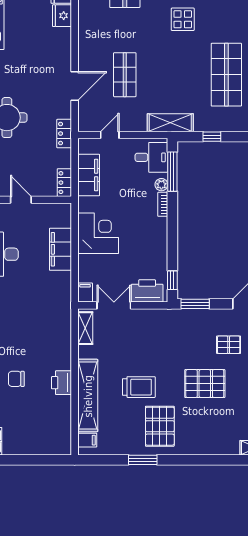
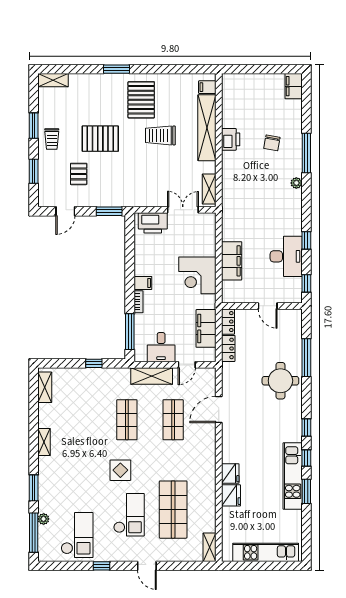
shop shelf: (226, 75) -> (127, 420), moved, width x0.70, depth x0.74
shelving: (170, 123) -> (152, 376), moved
locker: (64, 134) -> (228, 348), moved
desk: (151, 157) -> (161, 347), moved, turned -90
plant: (161, 185) -> (140, 320), removed
window: (172, 280) -> (130, 233), removed
filing cabinet: (85, 293) -> (143, 283), moved, turned -90
double door: (114, 305) -> (183, 210), swing flipped
pallet: (229, 345) -> (79, 174), turned 90
chair: (16, 379) -> (272, 143), turned 100
window: (143, 460) -> (117, 69), moved

